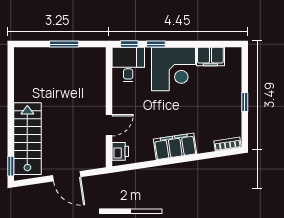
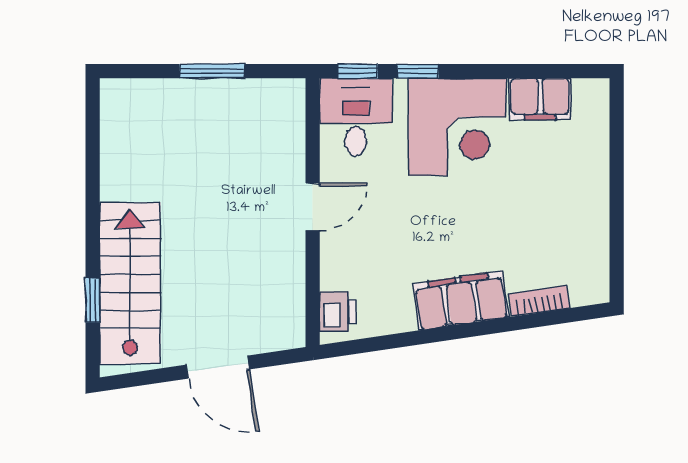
window: (245, 102) -> (617, 201), removed
door: (109, 125) -> (313, 207), moved
bookcase: (227, 144) -> (539, 301), moved
window: (11, 166) -> (93, 300), moved

